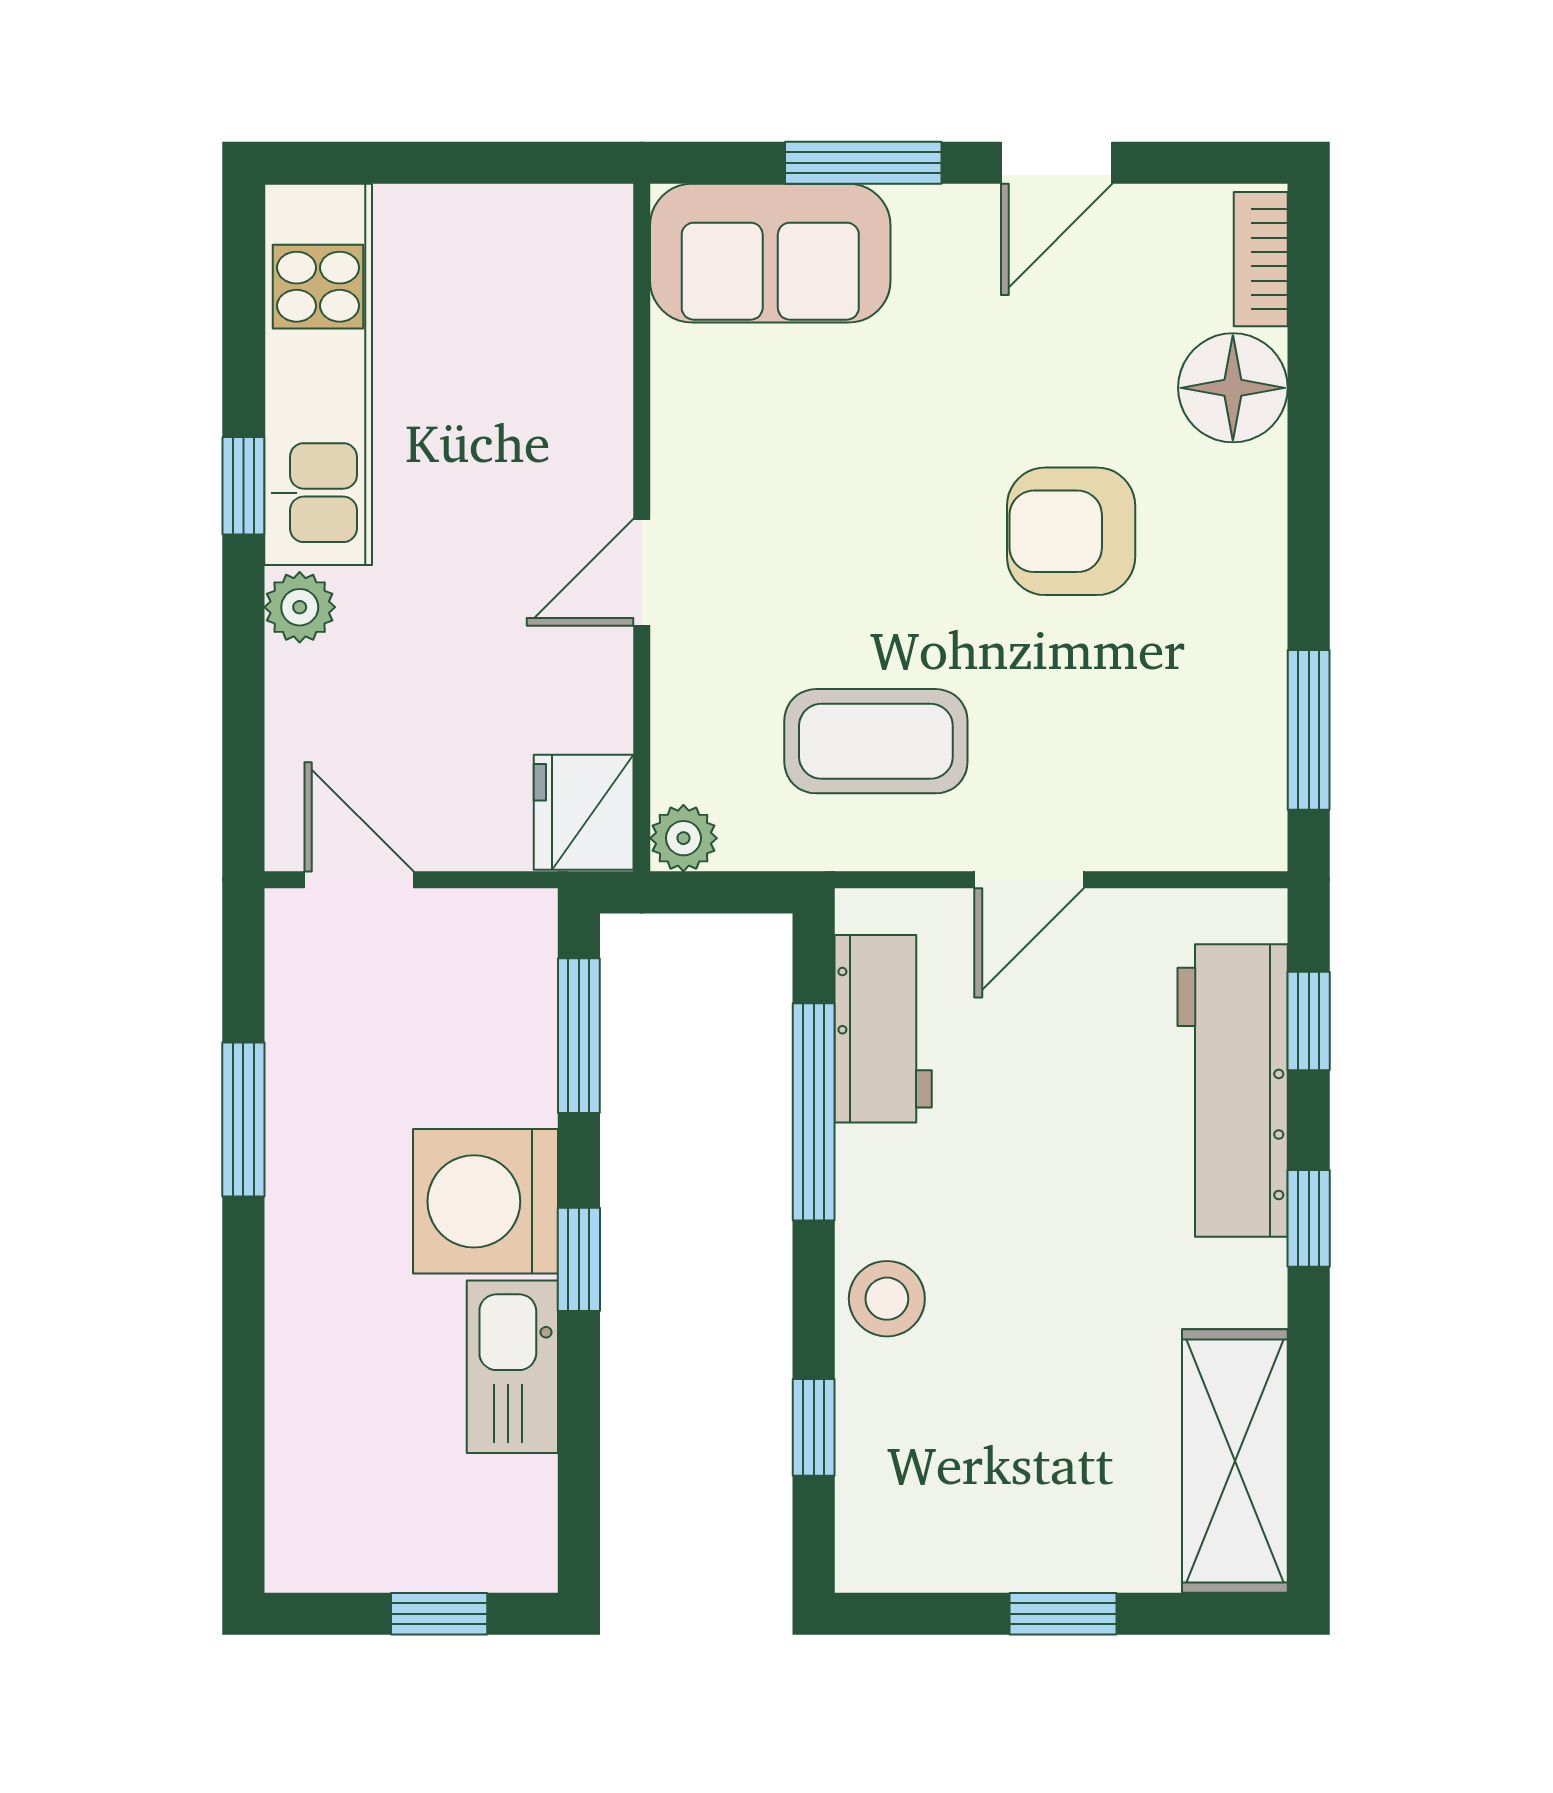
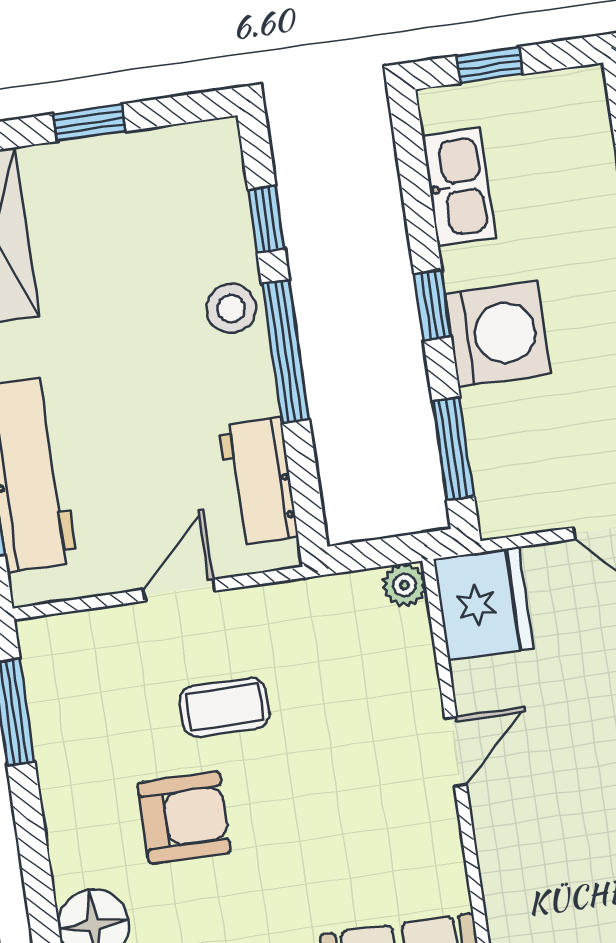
coffee table: (876, 741) -> (225, 707), moved, width x0.73, depth x0.77
fridge: (584, 812) -> (483, 604), width x1.36, depth x1.34
window: (814, 1112) -> (285, 352), moved
kitchen sink: (512, 1367) -> (459, 187), moved

